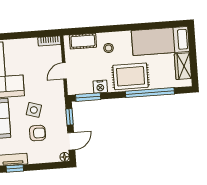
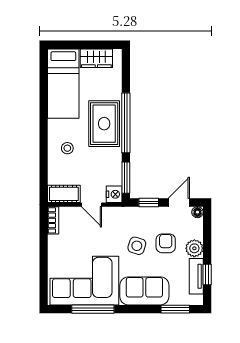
cot: (83, 41) -> (64, 194), moved, turned 90
nightstand: (100, 87) -> (114, 194), moved
window: (150, 93) -> (126, 123), moved
door: (71, 141) -> (179, 202), hinge flipped
plant: (35, 157) -> (194, 248), added

